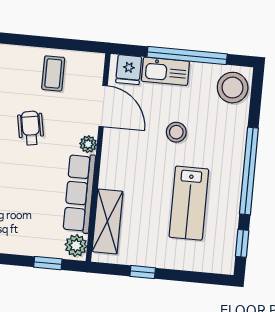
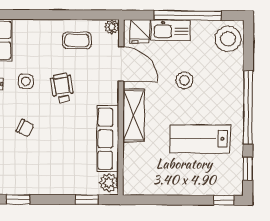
coffee table: (53, 73) -> (77, 40), turned 90
plant: (88, 144) -> (112, 27), moved
lab bench: (189, 203) -> (200, 139), turned 90
shelving: (107, 221) -> (134, 115), moved
window: (143, 272) -> (224, 200), moved

